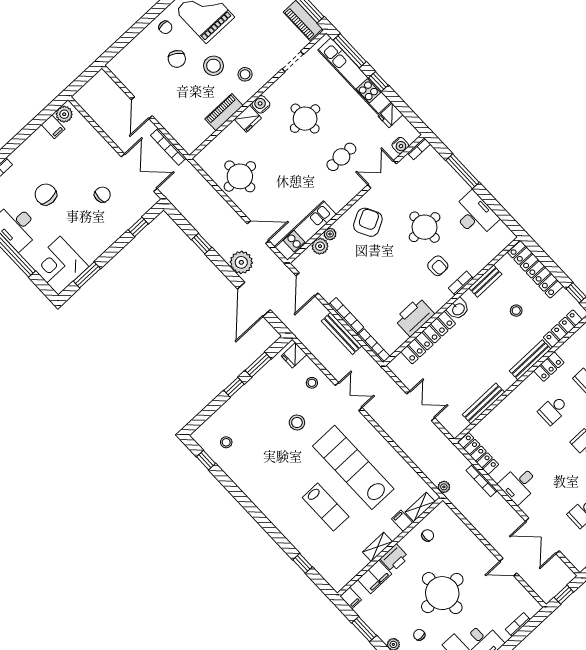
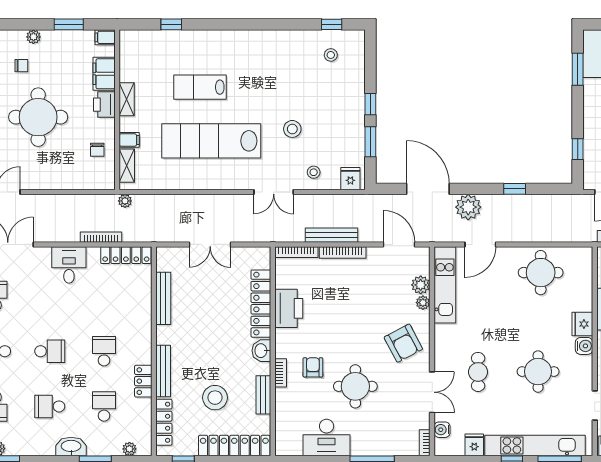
armchair: (438, 266) -> (313, 367), turned 90
stool: (516, 311) -> (215, 398), width x1.89, depth x1.89
lab bench: (353, 467) -> (211, 141), turned 180

